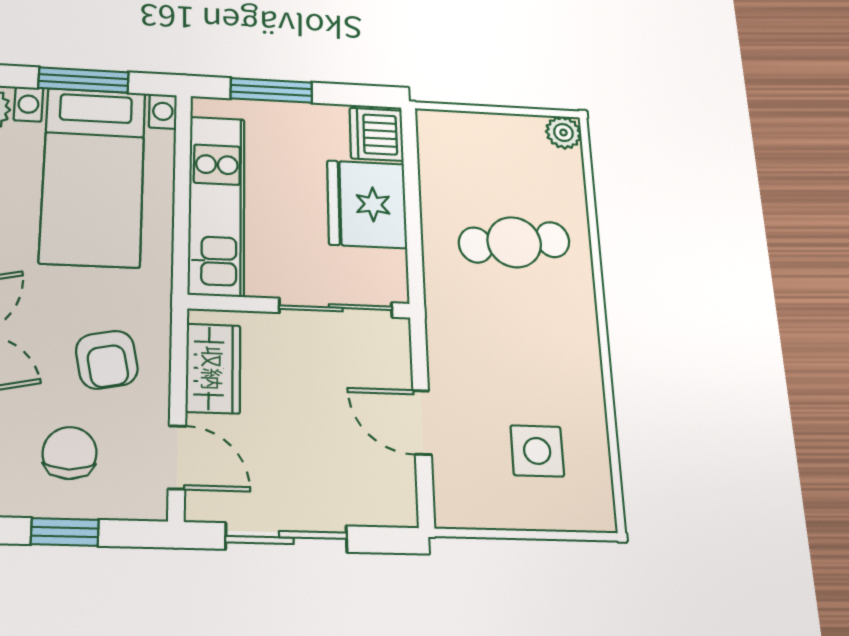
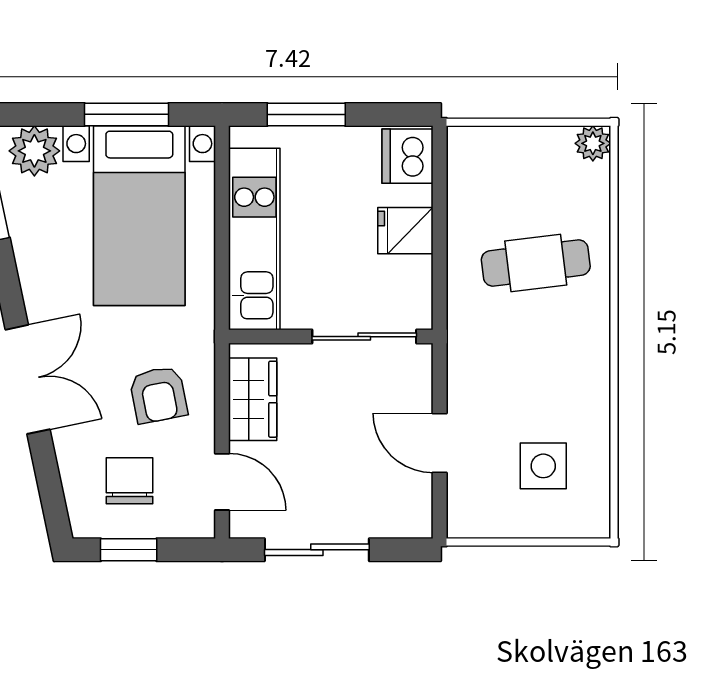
fridge: (367, 204) -> (405, 231), width x0.53, depth x0.75

